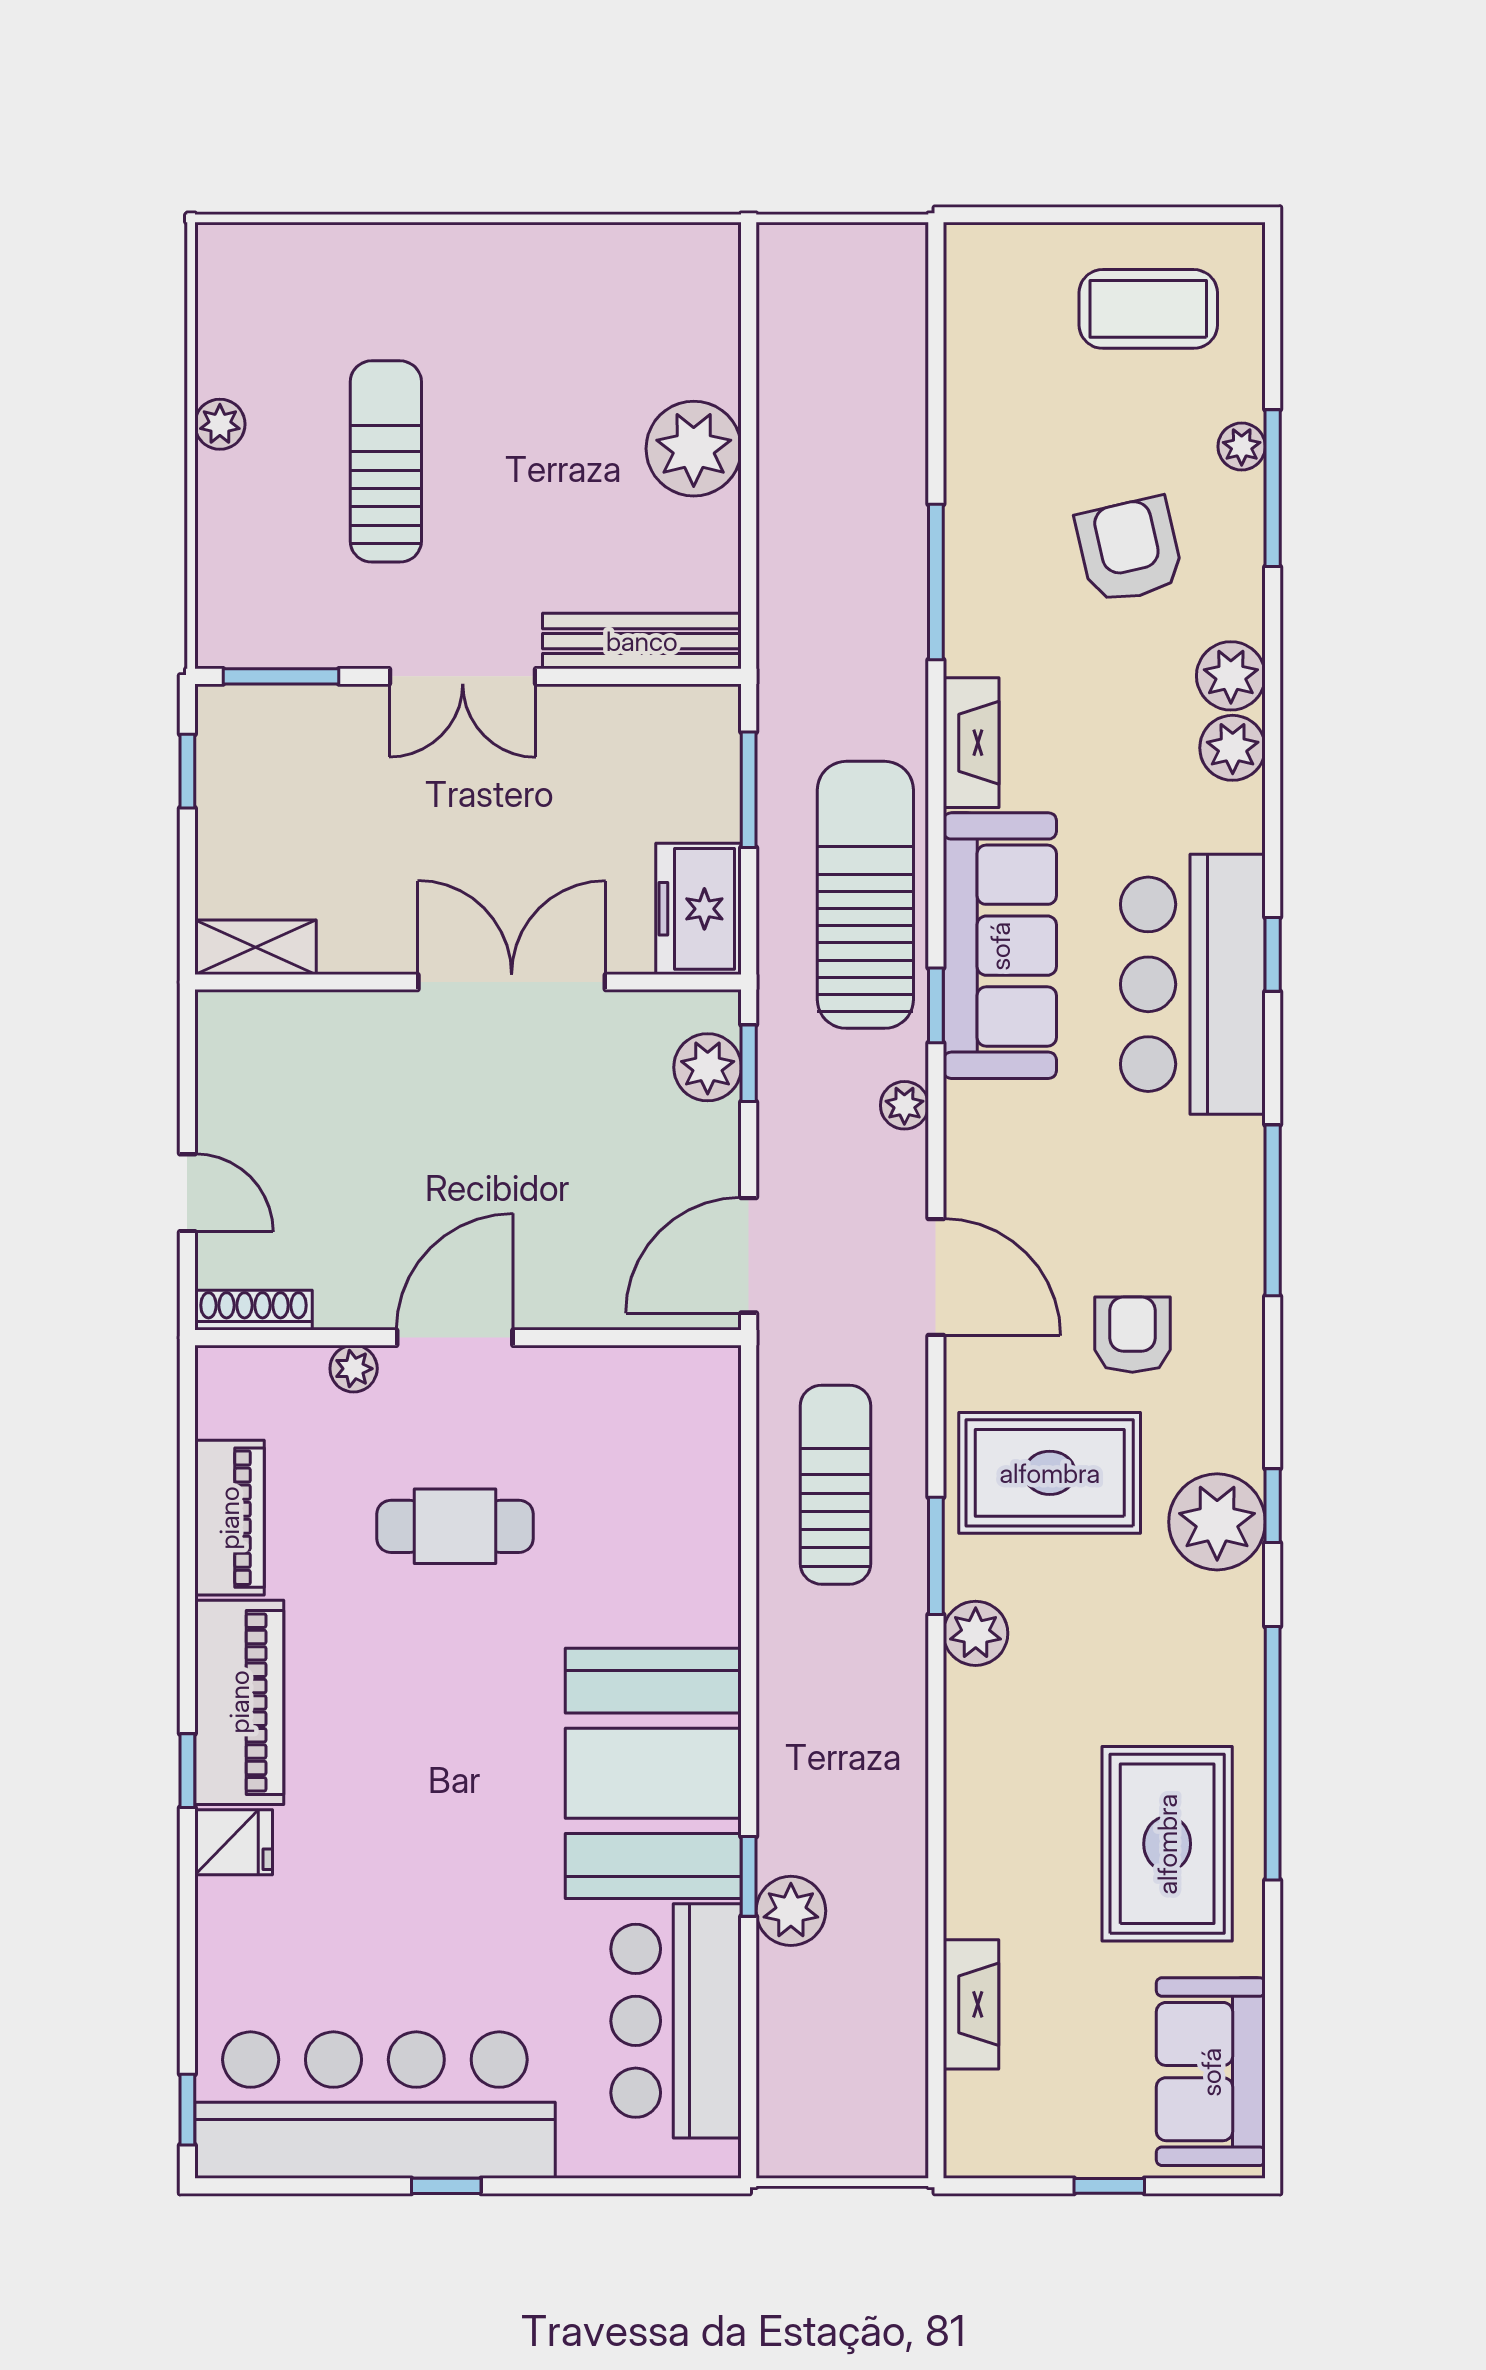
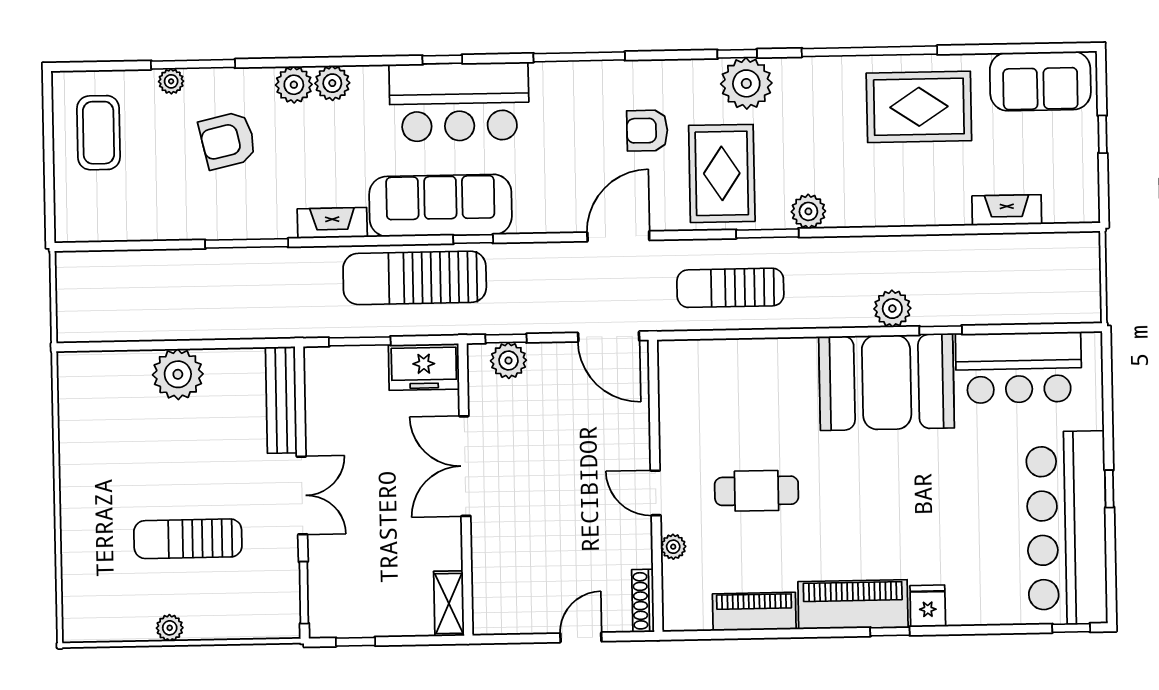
plant: (904, 1105) -> (527, 255), removed
door: (455, 1338) -> (656, 493), width x0.73
cafe table: (455, 1526) -> (757, 491), turned 90
plant: (791, 1911) -> (892, 309), moved

